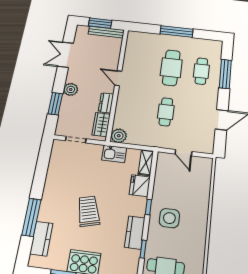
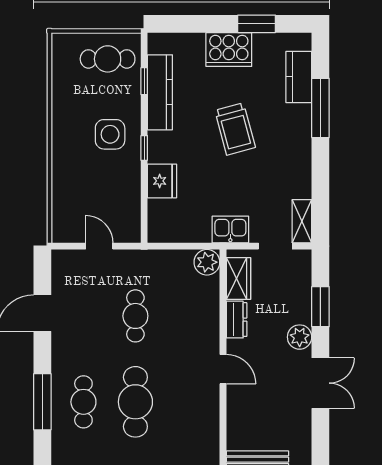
double door: (65, 55) -> (320, 383), moved
kitchen sink: (114, 154) -> (230, 230), moved
shelving: (146, 162) -> (302, 221), moved
kitchen counter: (135, 233) -> (160, 92), width x1.50

